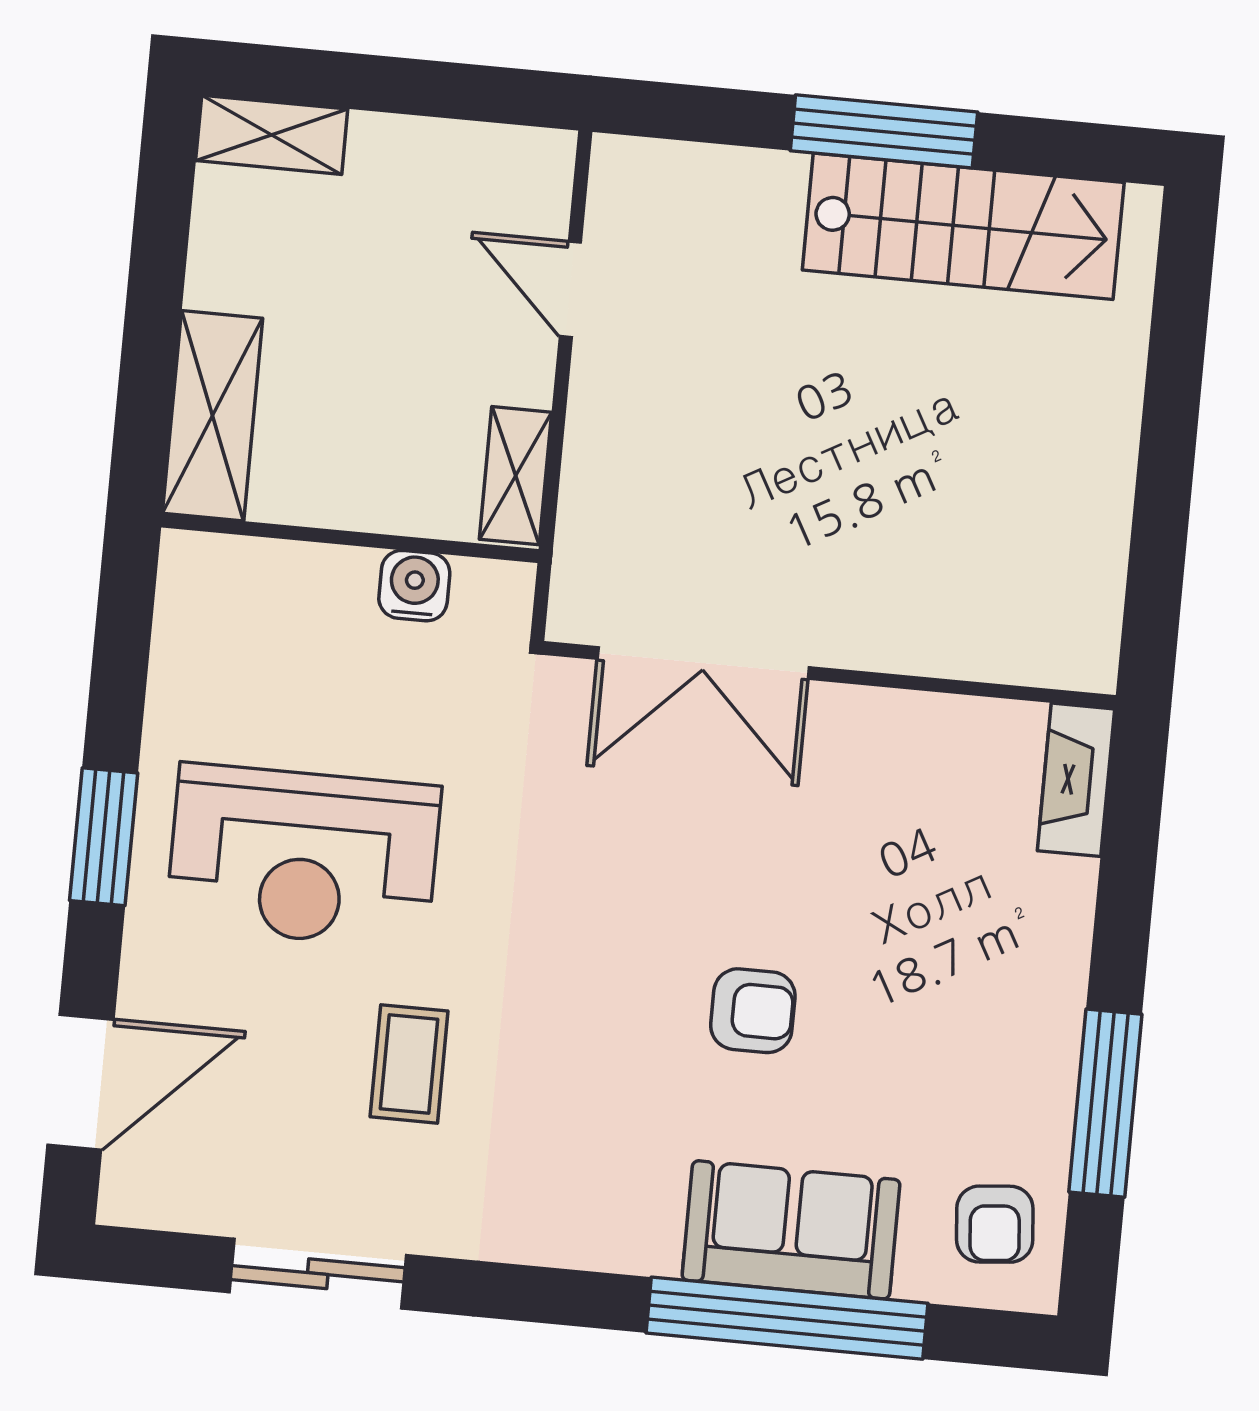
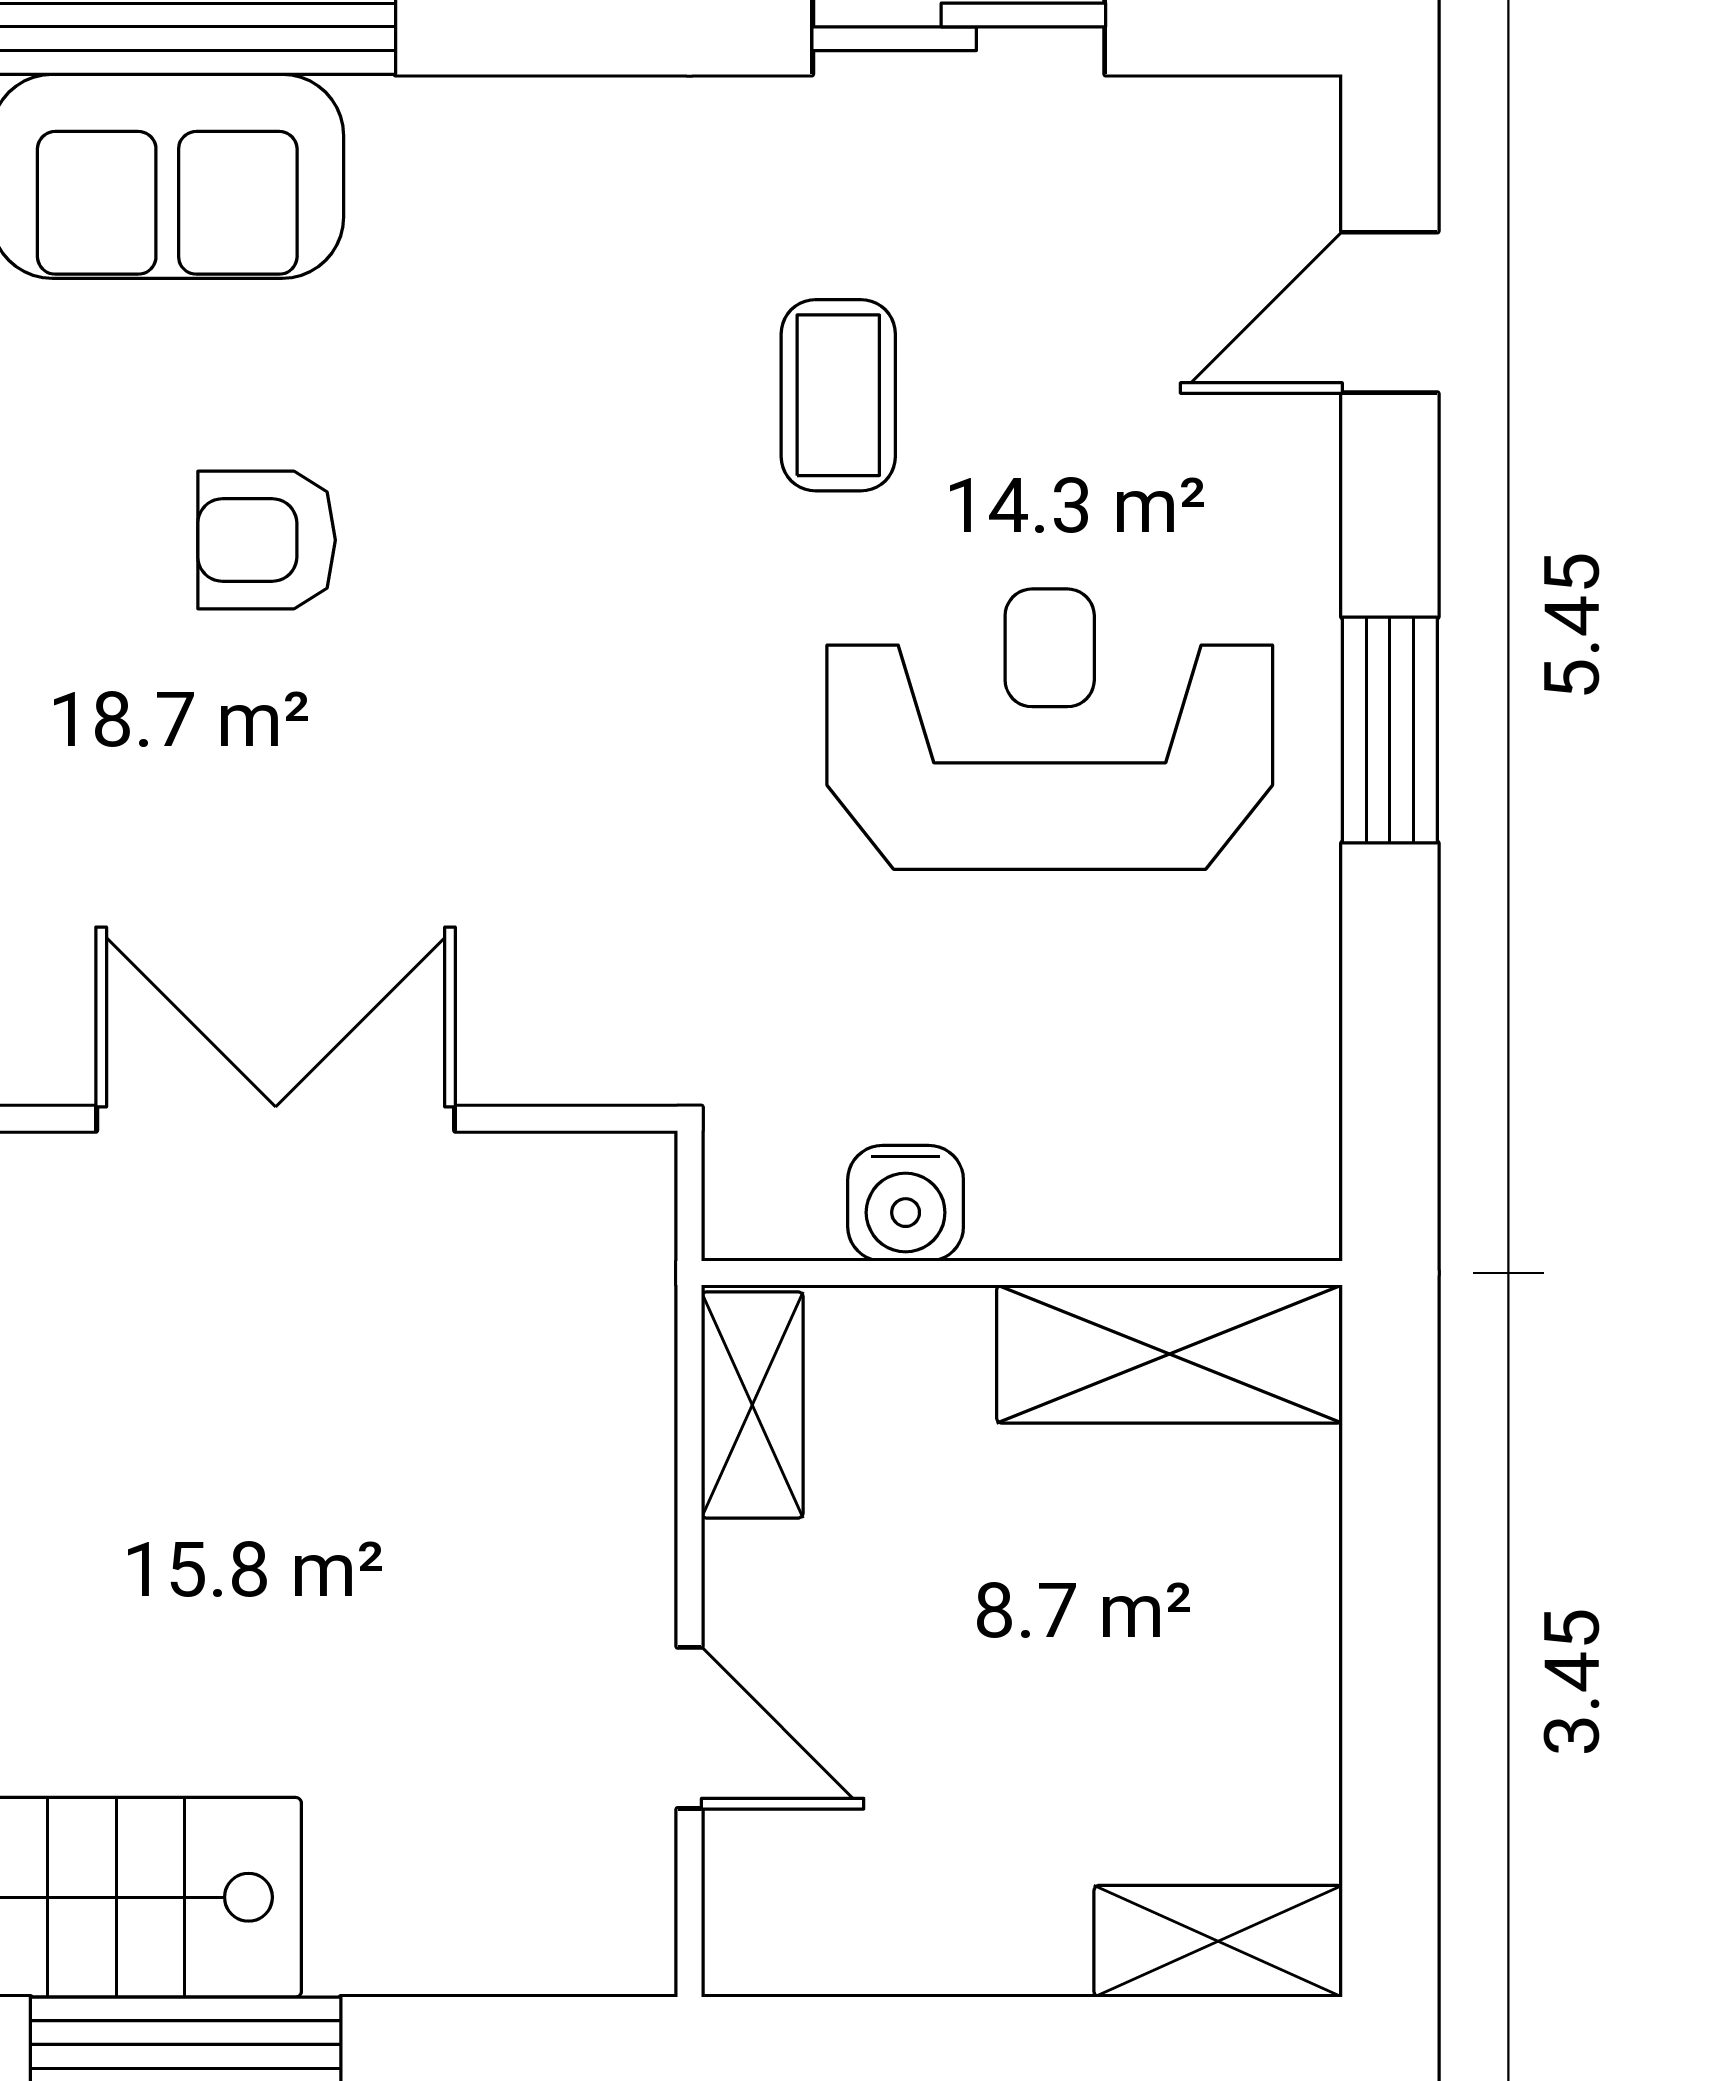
shelving: (213, 416) -> (1169, 1354), moved, turned 90
double door: (703, 663) -> (276, 1119), moved
door: (80, 1082) -> (1390, 312), width x0.73

